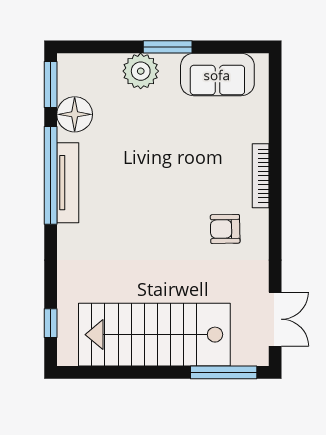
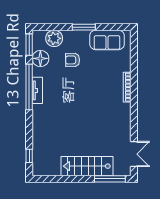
plant: (141, 71) -> (54, 38), moved
tv unit: (68, 183) -> (37, 90), width x0.71
armchair: (225, 229) -> (73, 60), moved
stairs: (154, 335) -> (87, 166), width x0.73, depth x0.66

